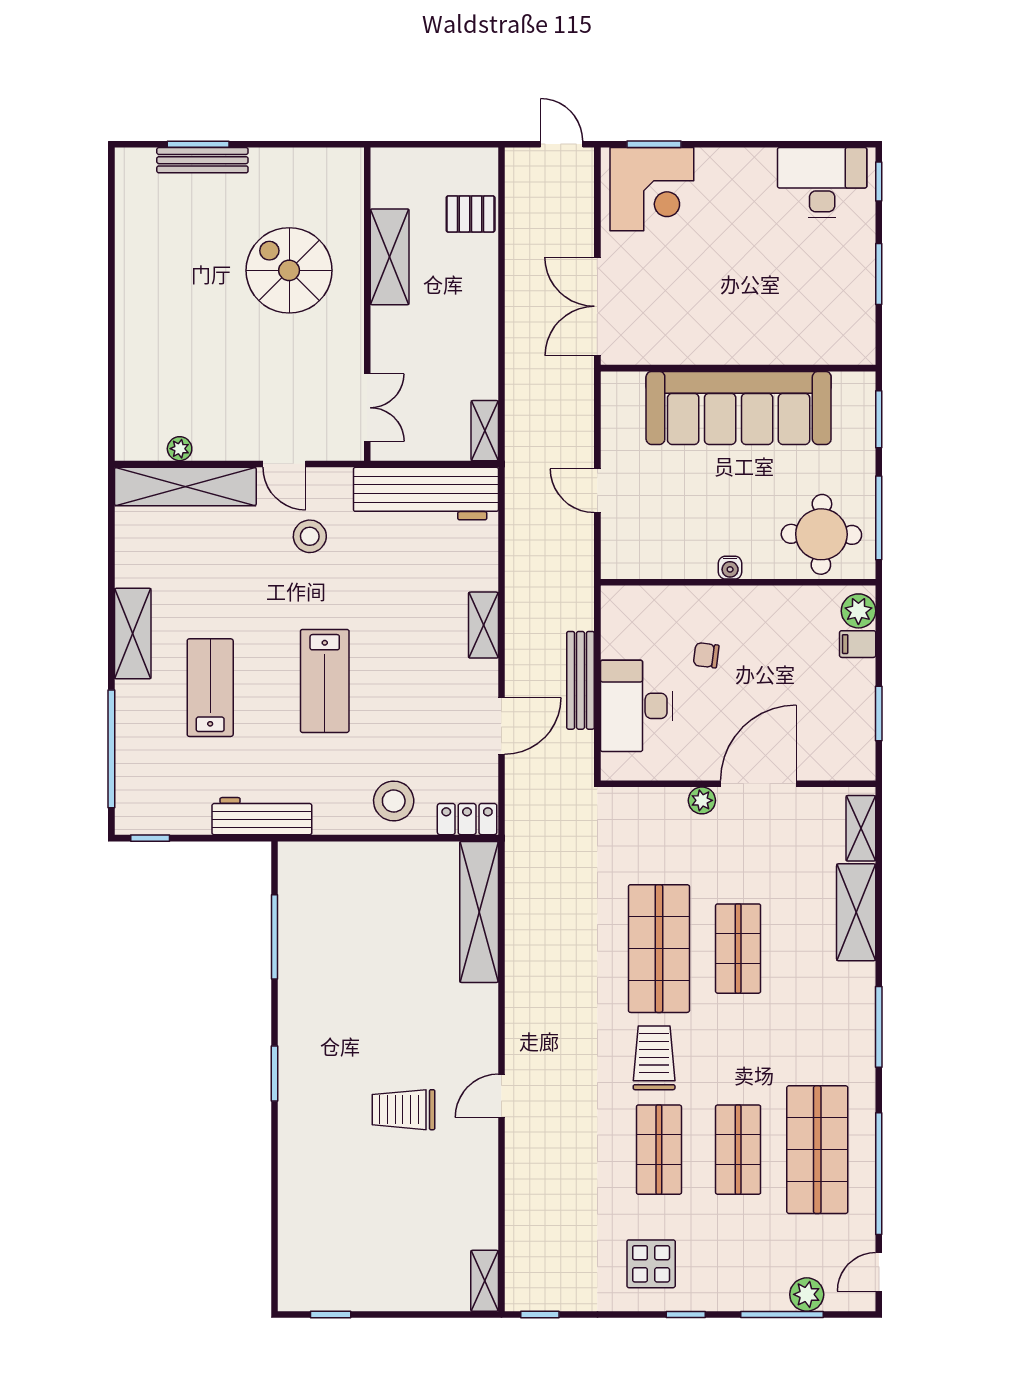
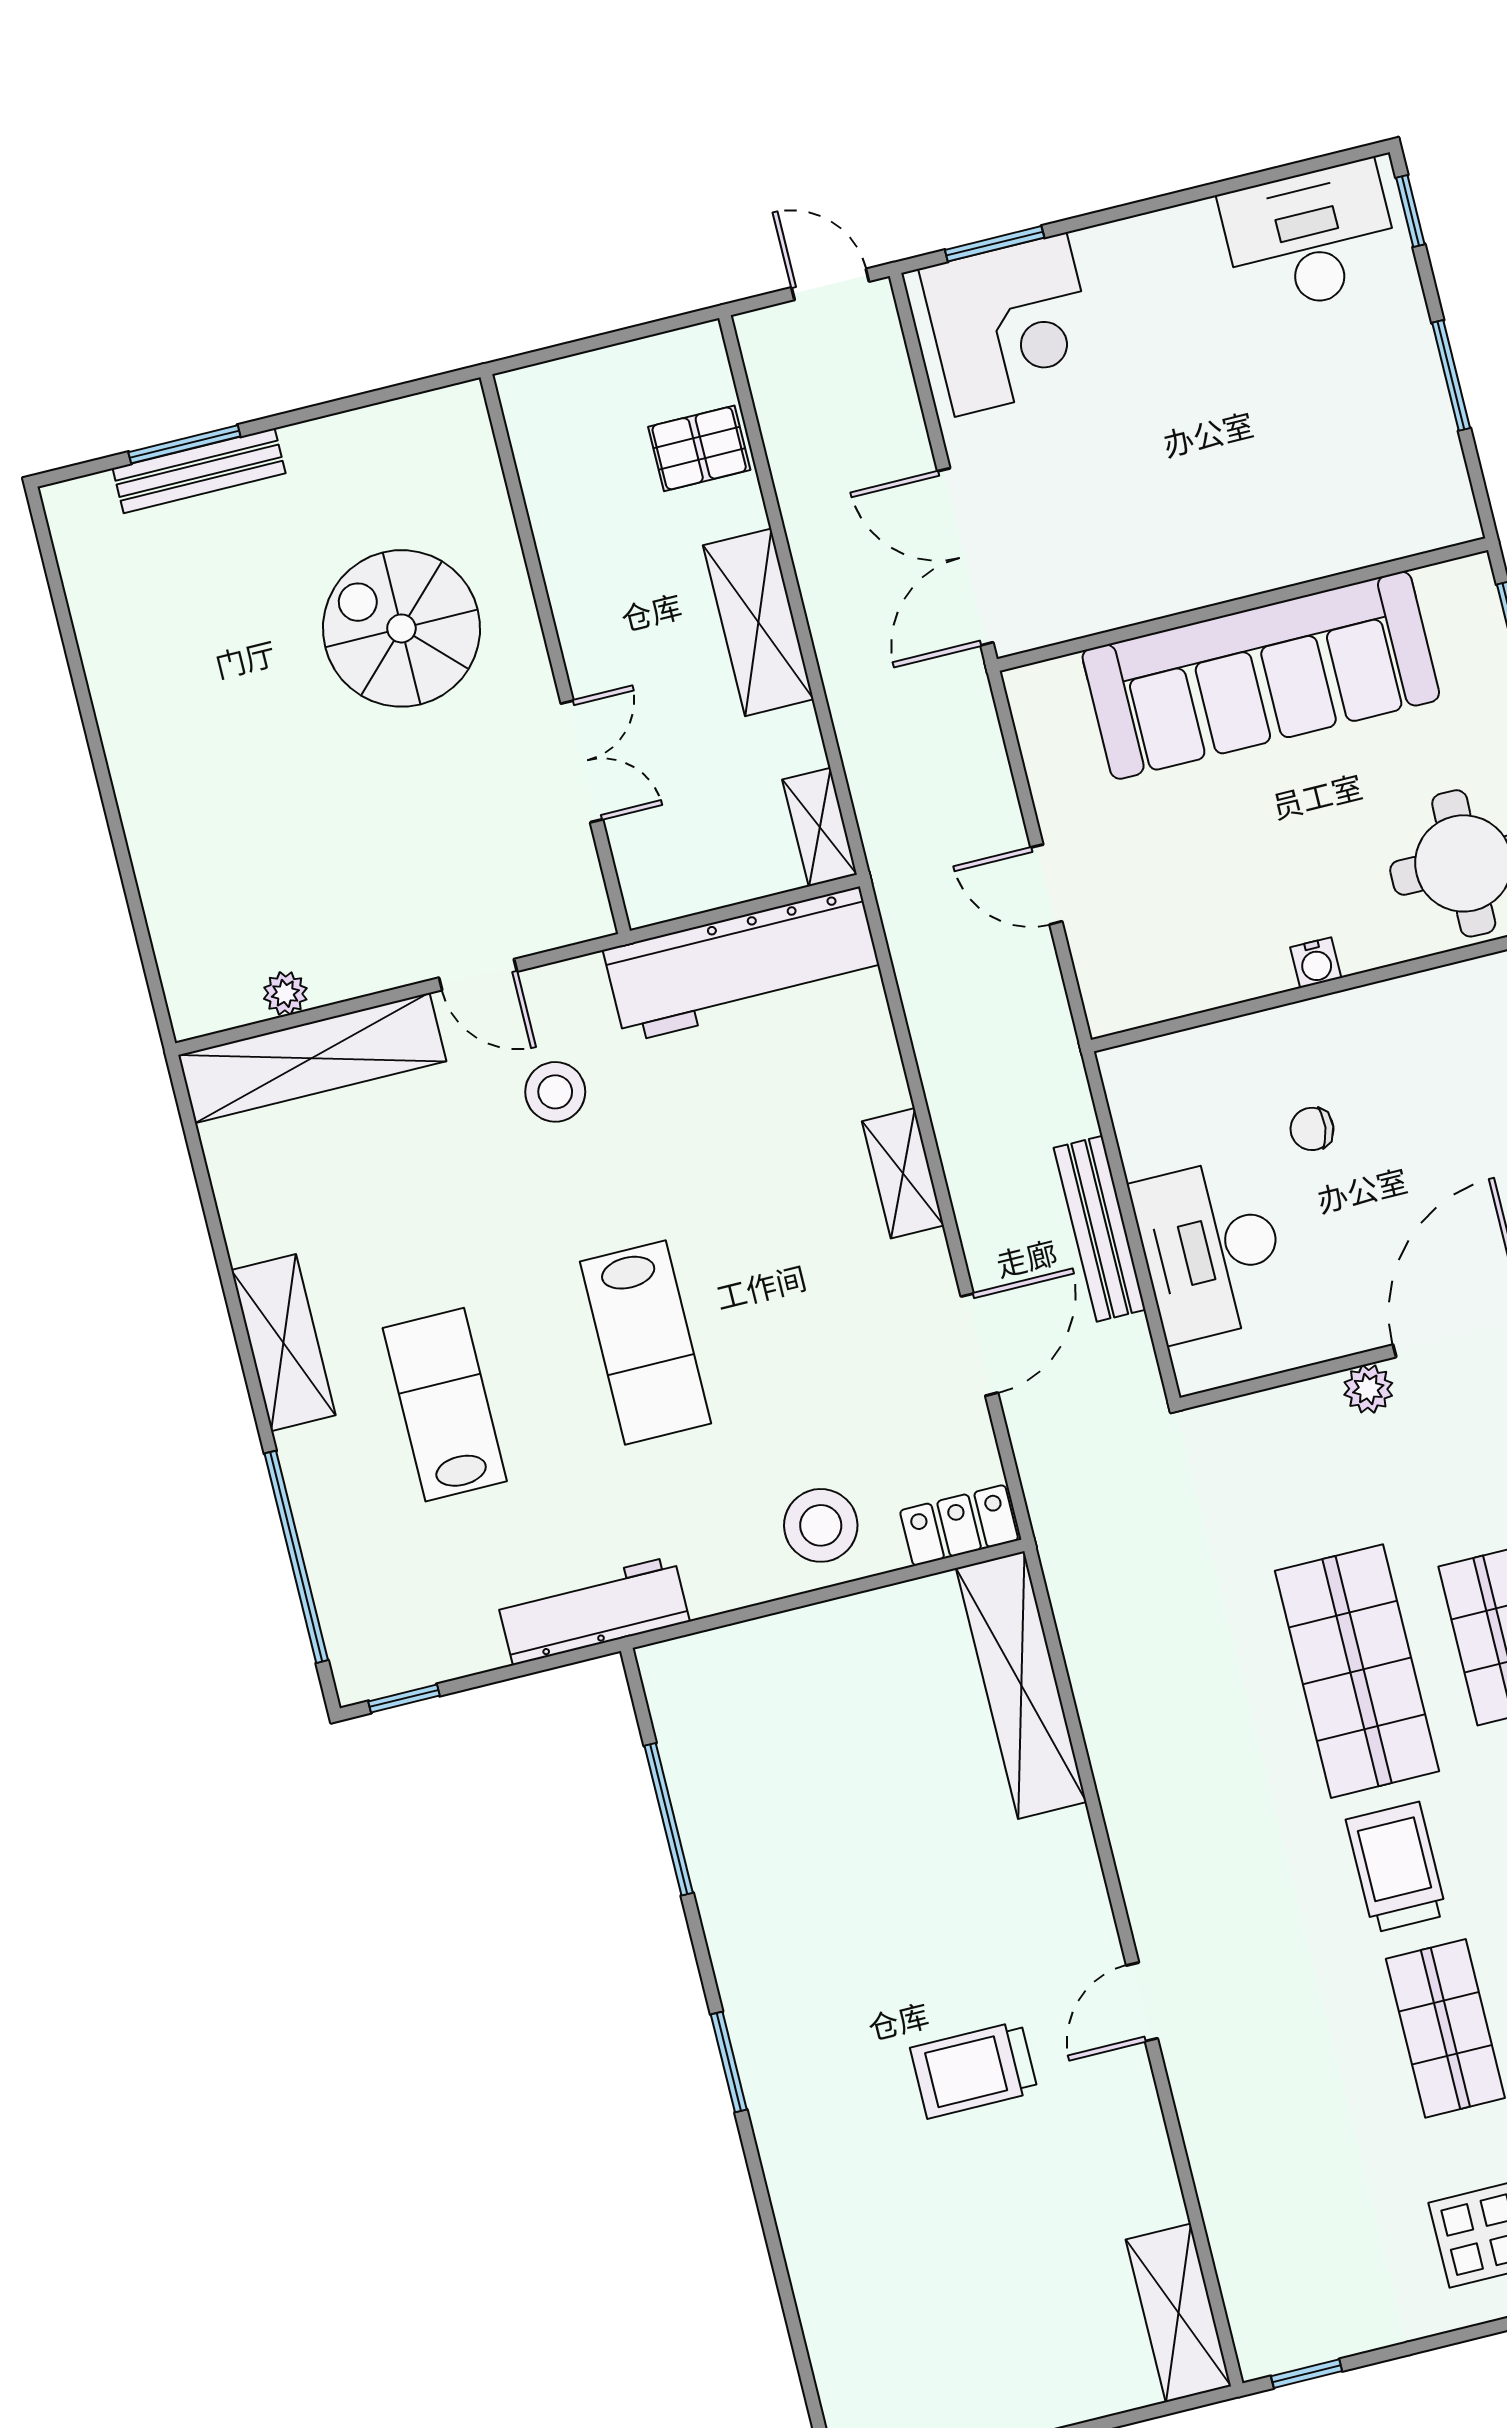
shelving: (390, 257) -> (758, 622), moved
double door: (367, 408) -> (582, 761), moved
shelving: (485, 1281) -> (1178, 2313), width x1.50, depth x1.33

